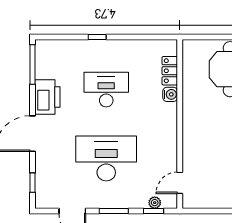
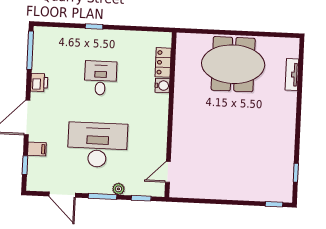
desk: (106, 90) -> (101, 78), width x0.73
printer: (47, 97) -> (39, 82), width x0.53, depth x0.68
filing cabinet: (44, 165) -> (37, 149), added
plant: (155, 203) -> (118, 189), moved

